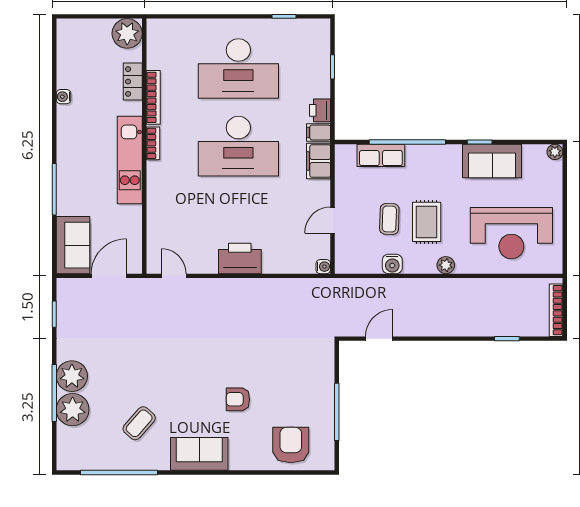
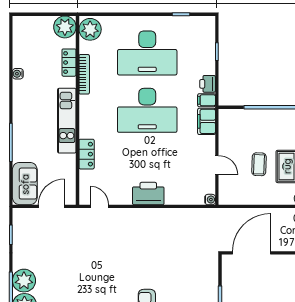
plant: (161, 37) -> (90, 29), added
bookcase: (153, 143) -> (84, 108), removed
row of seats: (381, 155) -> (253, 117), removed
locker: (157, 205) -> (87, 154), added
door: (333, 220) -> (217, 165), swing flipped
water cooler: (392, 264) -> (261, 198), removed
door: (379, 339) -> (251, 253), width x1.88

